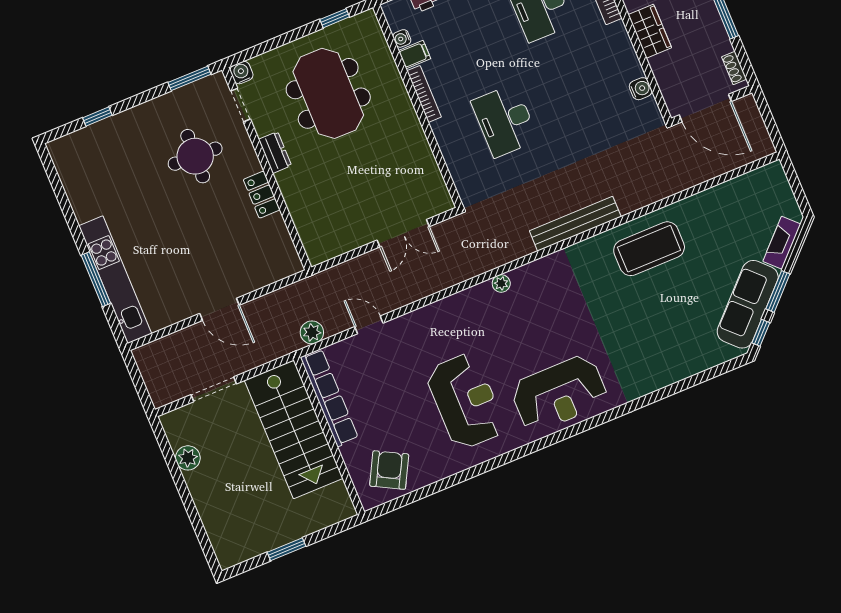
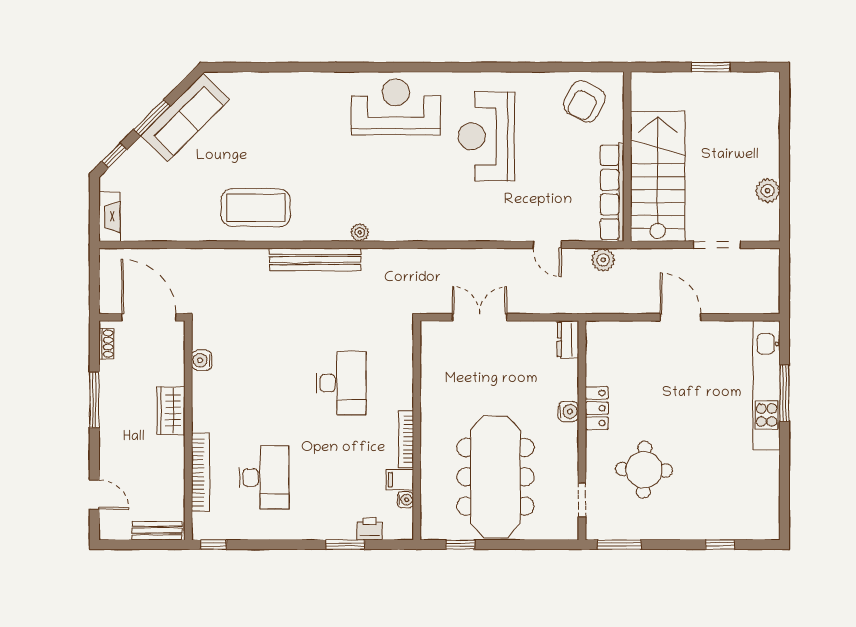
water cooler: (242, 73) -> (568, 411), moved, turned -90
meeting table: (328, 93) -> (495, 477), width x1.36
dresser: (275, 152) -> (568, 339), moved
fireplace: (782, 243) -> (109, 217), moved, turned -45
plant: (501, 283) -> (360, 232), moved
window: (761, 333) -> (114, 155), moved

